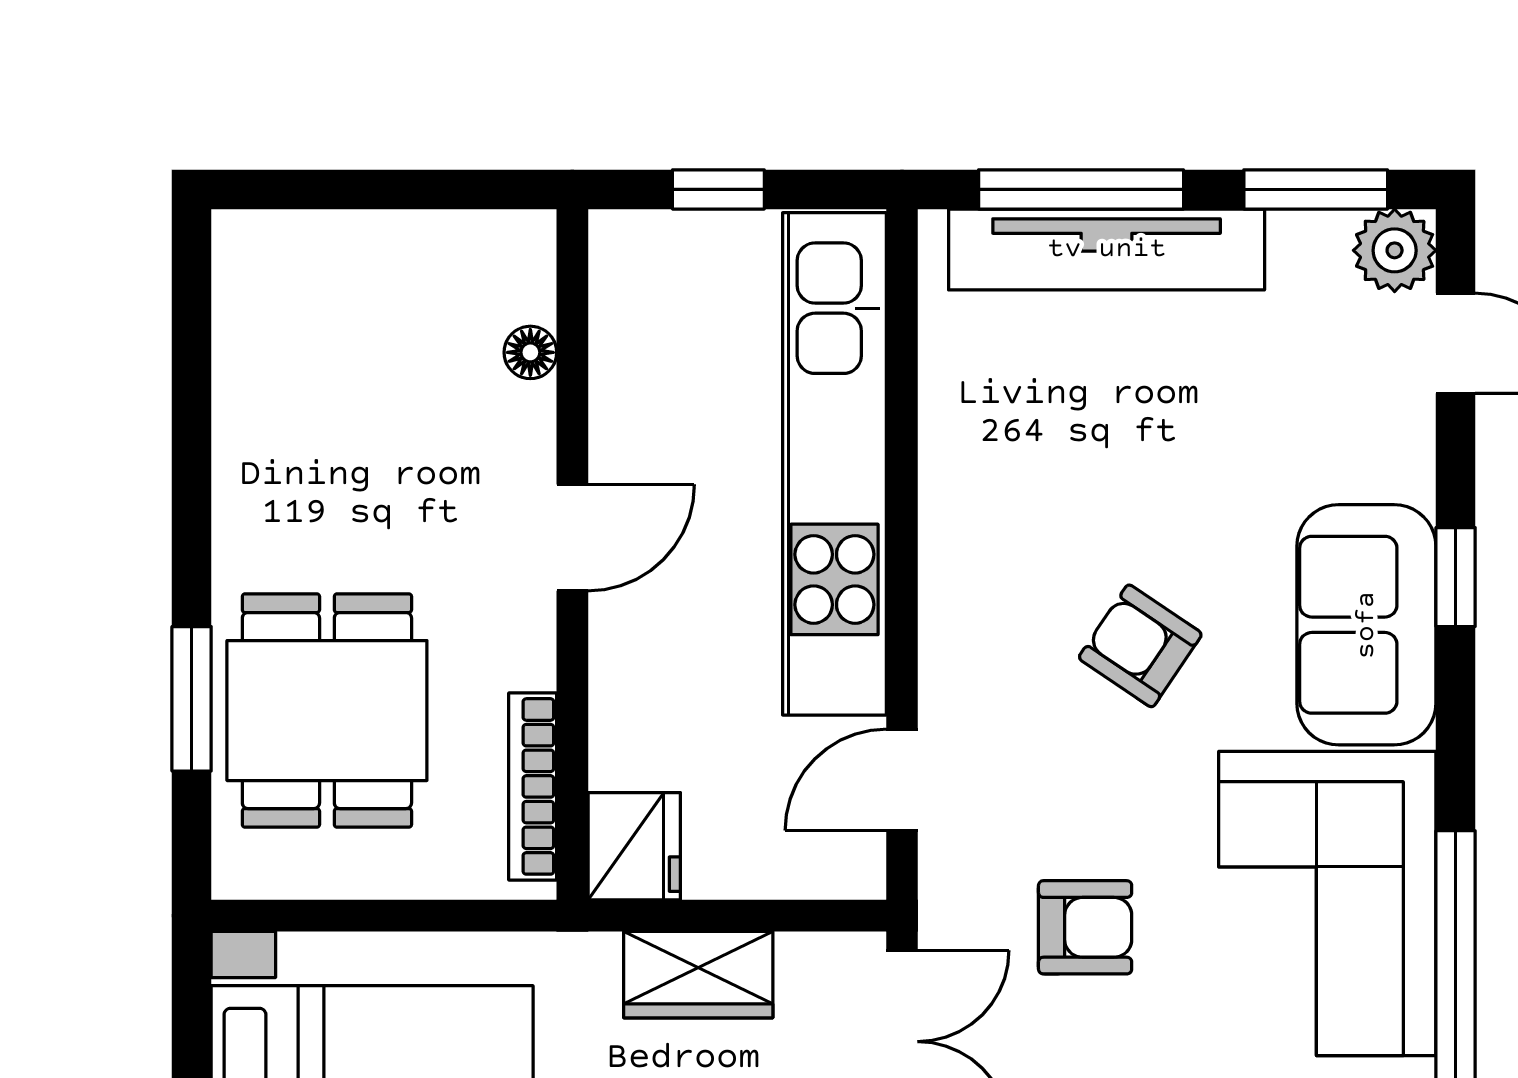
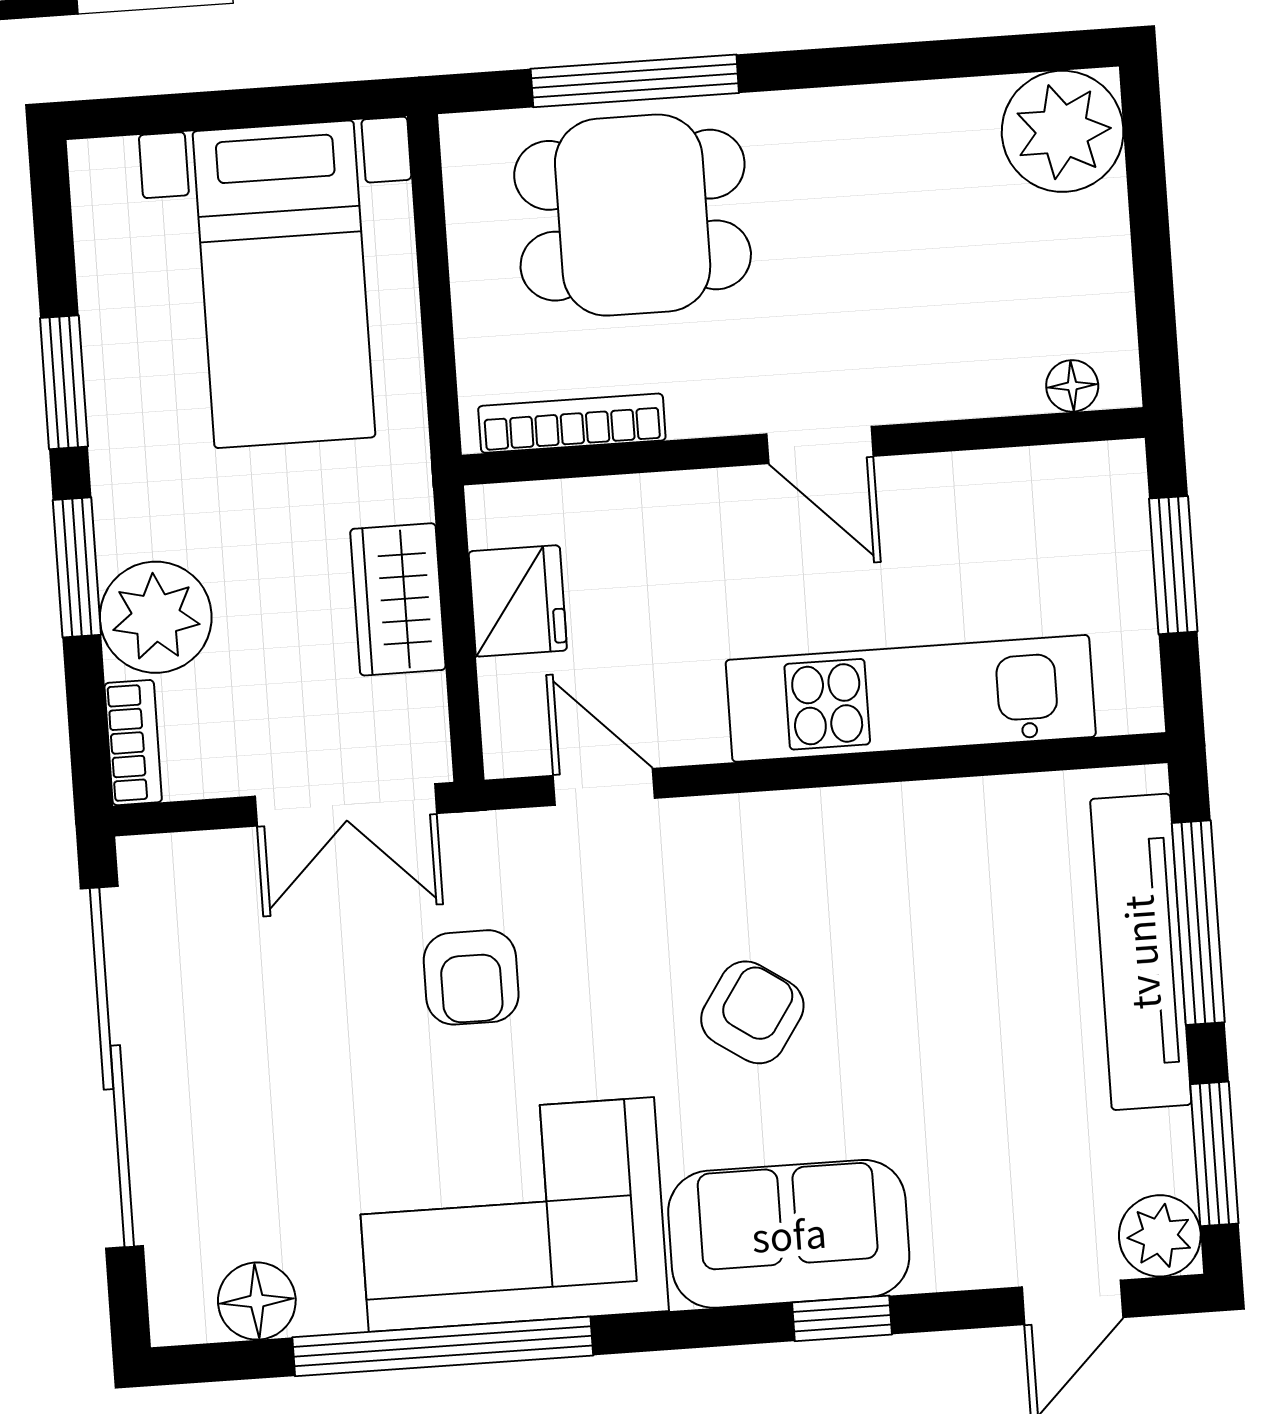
window: (718, 189) -> (1173, 565), width x1.50
plant: (273, 271) -> (1063, 131), added
floor lamp: (530, 352) -> (1072, 386), moved
kitchen unit: (834, 464) -> (911, 698), width x0.73
window: (192, 699) -> (635, 81), width x1.44
fridge: (634, 846) -> (518, 601), moved, turned -90

